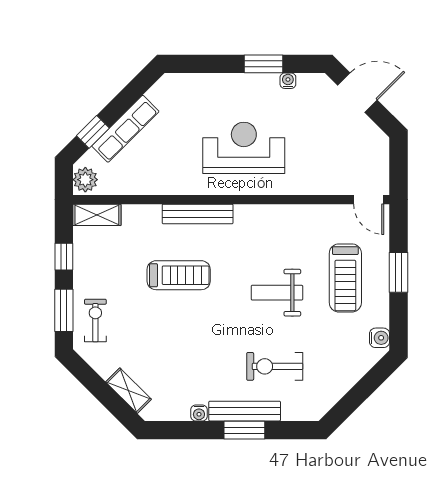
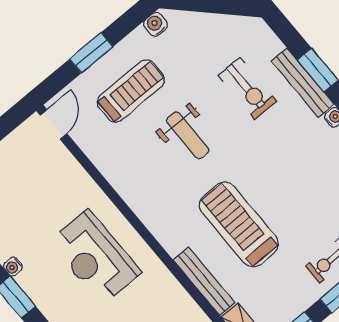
bench: (198, 214) -> (204, 281), moved
treadmill: (179, 275) -> (239, 224), width x1.37, depth x1.38

